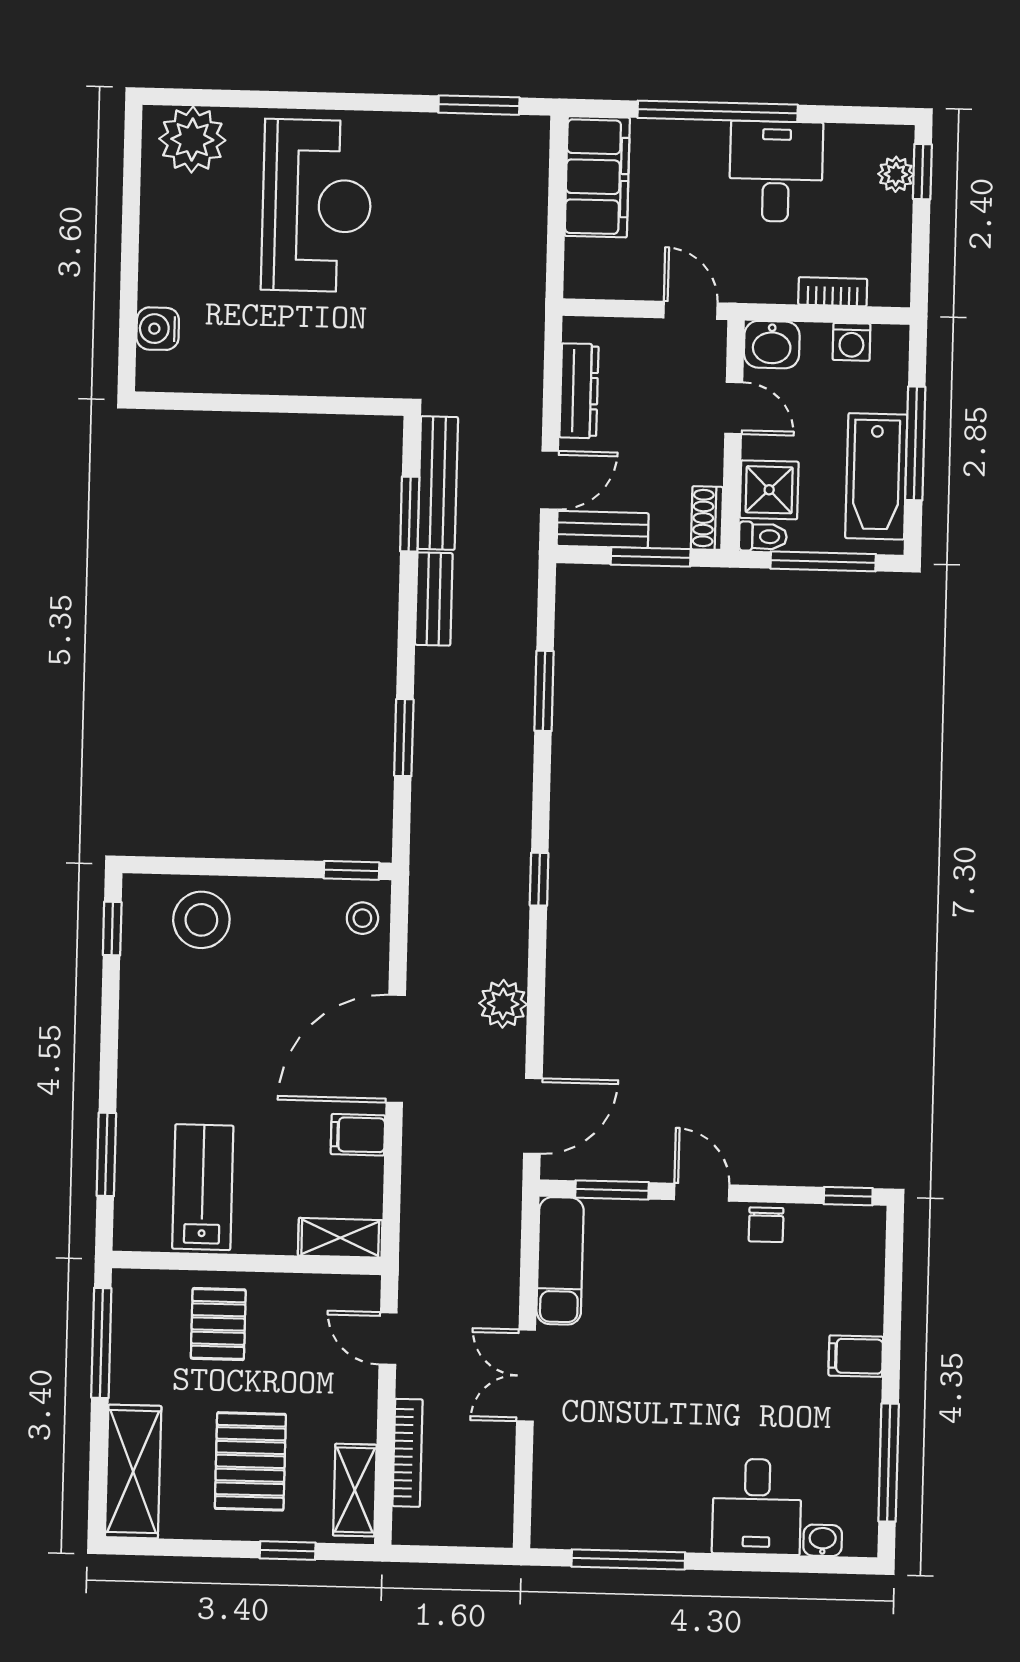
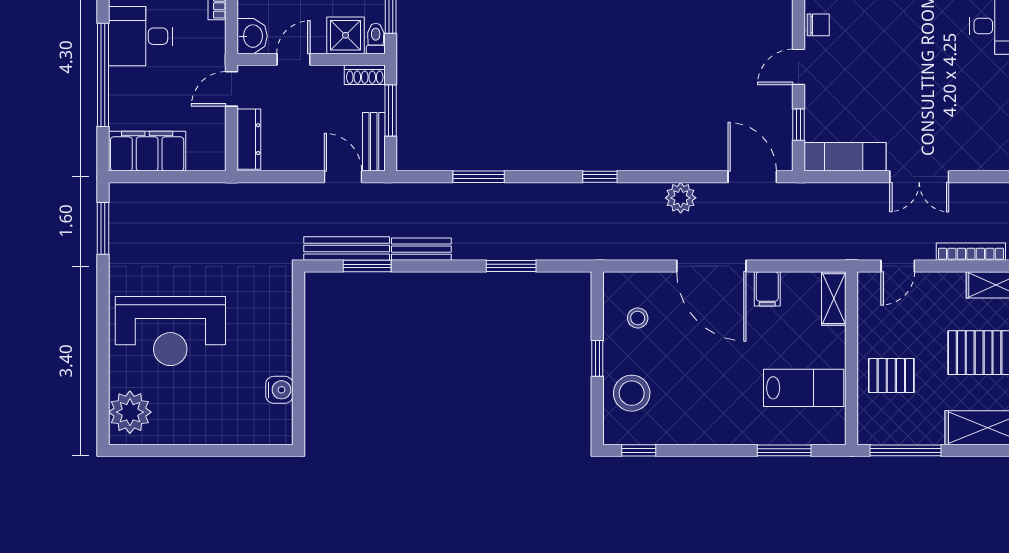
reception desk: (317, 206) -> (170, 331), turned 180
water cooler: (158, 329) -> (279, 390), moved, turned -90
dresser: (579, 391) -> (249, 139), moved, turned 90
window: (352, 870) -> (597, 358), moved
stool: (362, 918) -> (638, 318), moved
lab bench: (203, 1187) -> (804, 388), turned 180
window: (612, 1190) -> (798, 125), width x0.67

